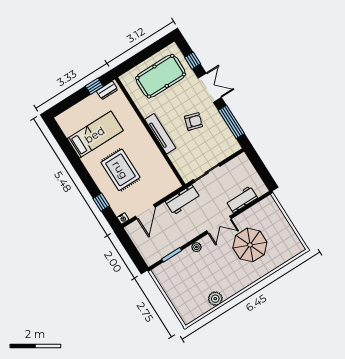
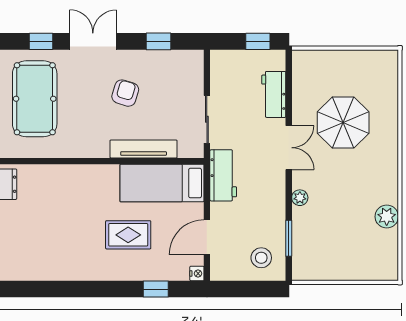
window: (231, 122) -> (159, 41), width x0.46
tv unit: (160, 134) -> (144, 149), moved
bed: (95, 135) -> (162, 183), moved, turned -90
rug: (120, 170) -> (128, 235), width x0.73, depth x0.70
window: (264, 174) -> (258, 41), added
door: (145, 212) -> (207, 237), swing flipped
stool: (152, 247) -> (261, 258), added

